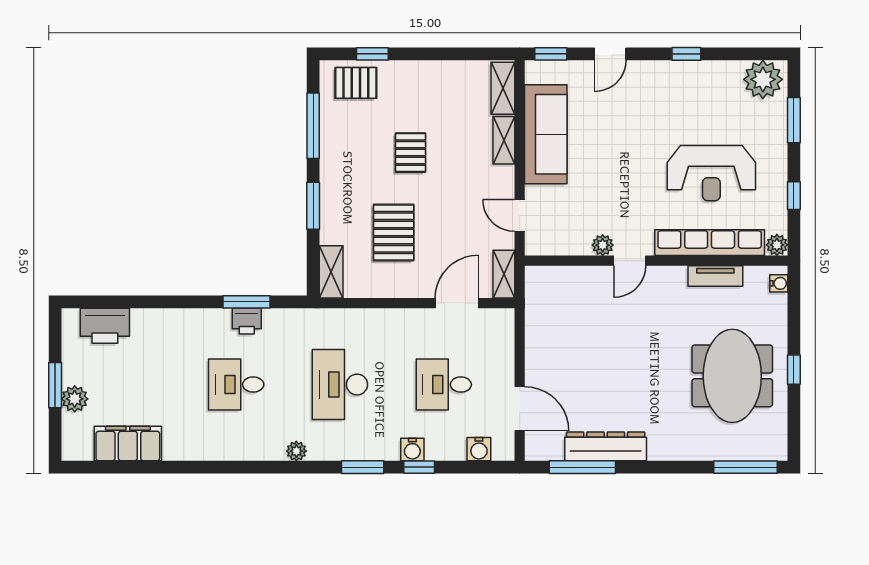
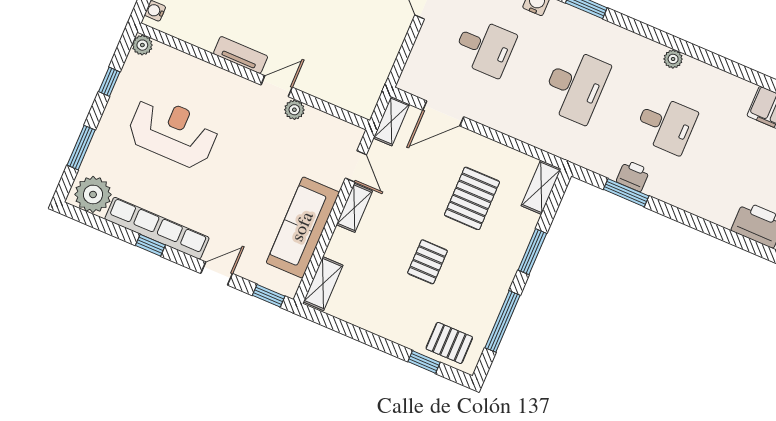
shelving: (504, 140) -> (354, 208), moved
row of seats: (710, 243) -> (157, 228), moved, turned 180
tv unit: (715, 276) -> (241, 55), moved
plant: (296, 451) -> (673, 59), moved

